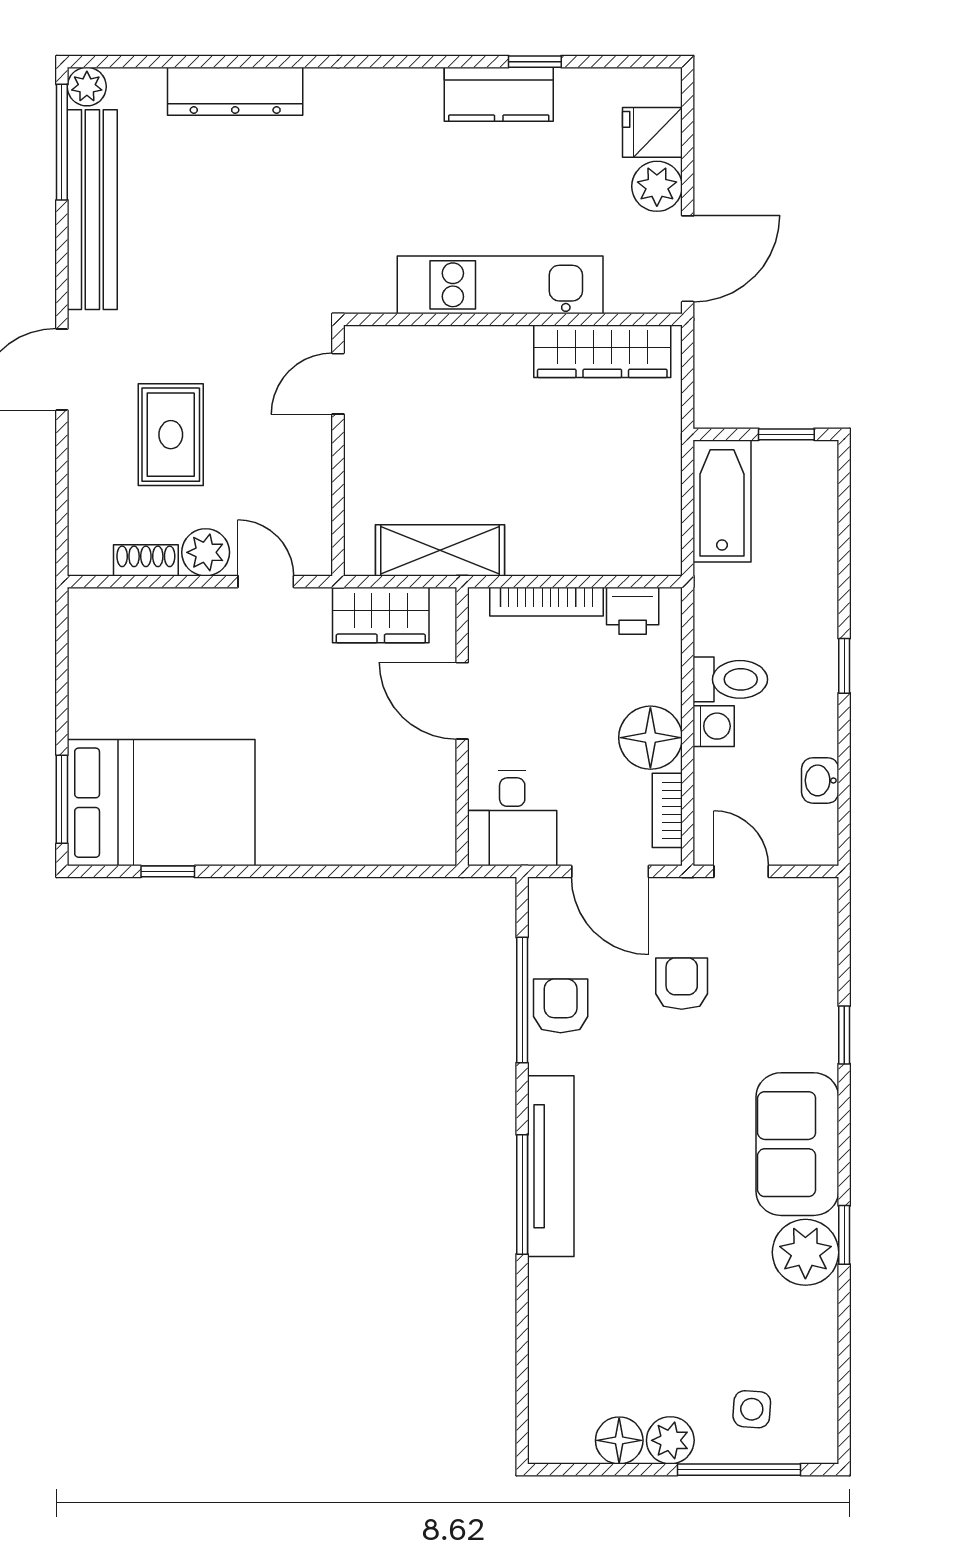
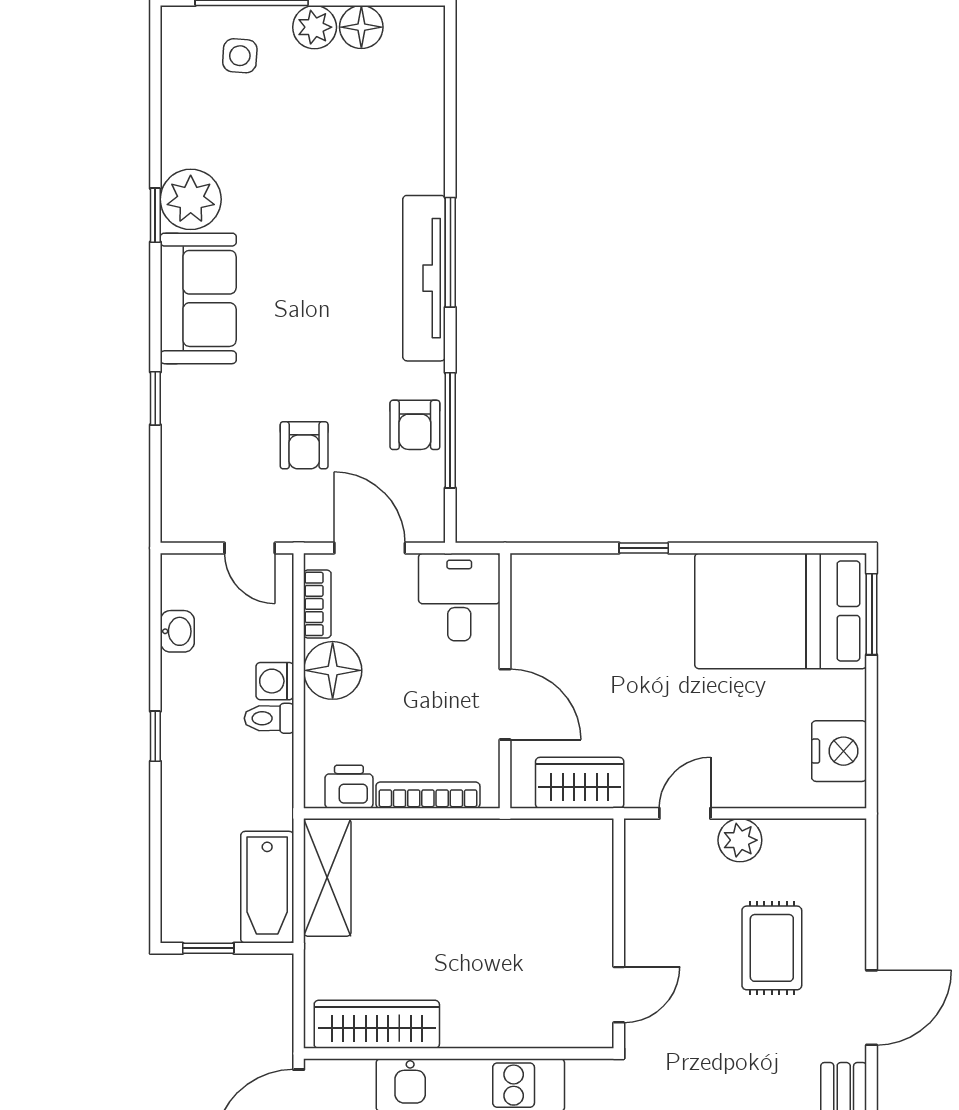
shelving: (440, 550) -> (327, 877), moved, turned 90
shoe rack: (146, 560) -> (795, 833), removed
door: (266, 582) -> (685, 813), swing flipped
nightstand: (97, 650) -> (839, 751), added
toilet: (730, 679) -> (269, 718), width x0.73, depth x0.72
window: (168, 871) -> (644, 548), moved

